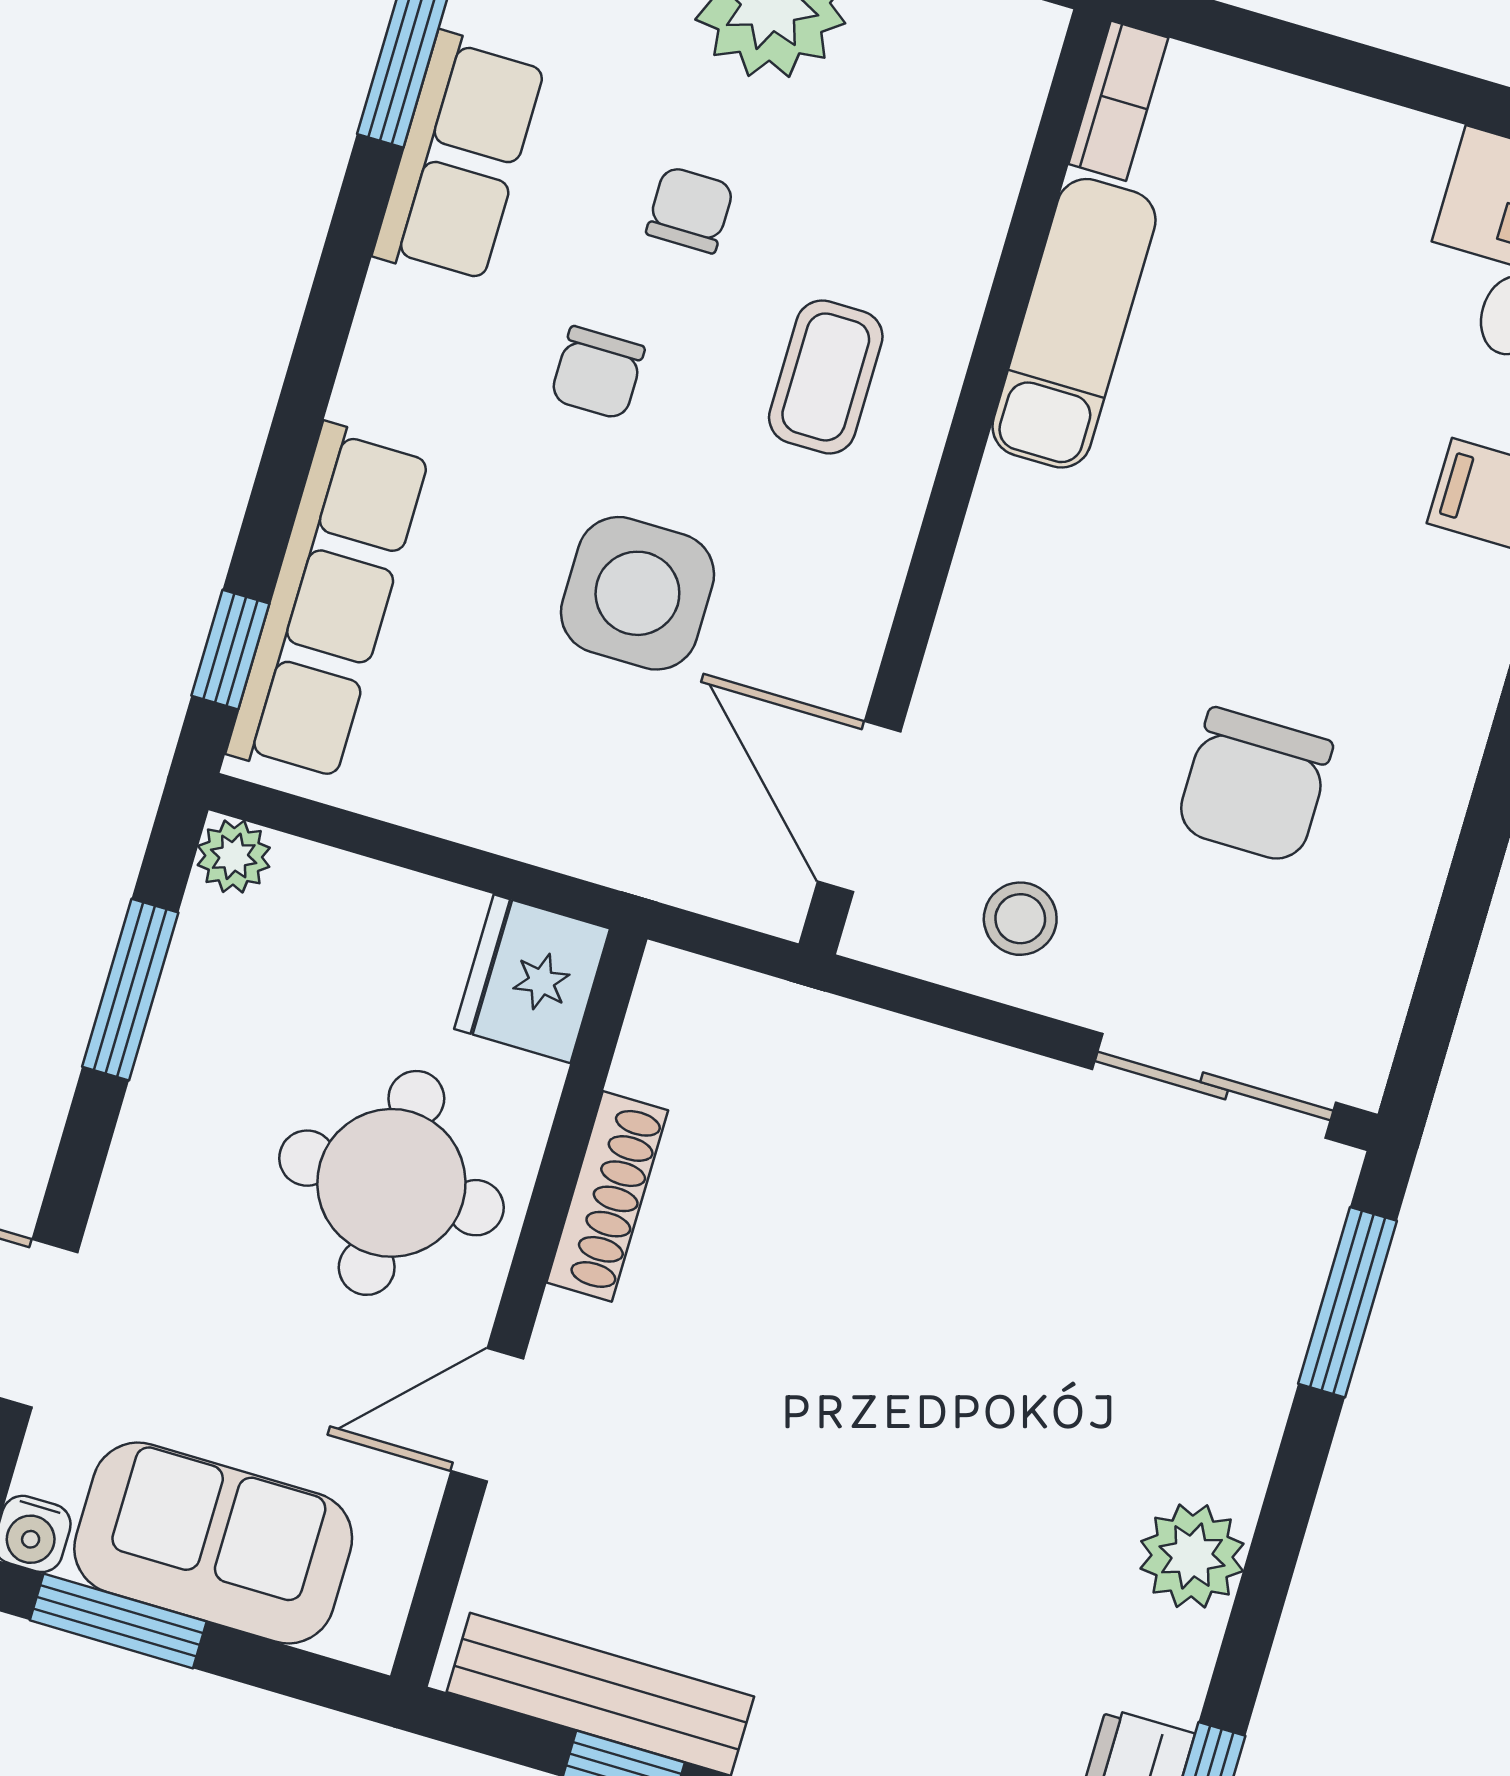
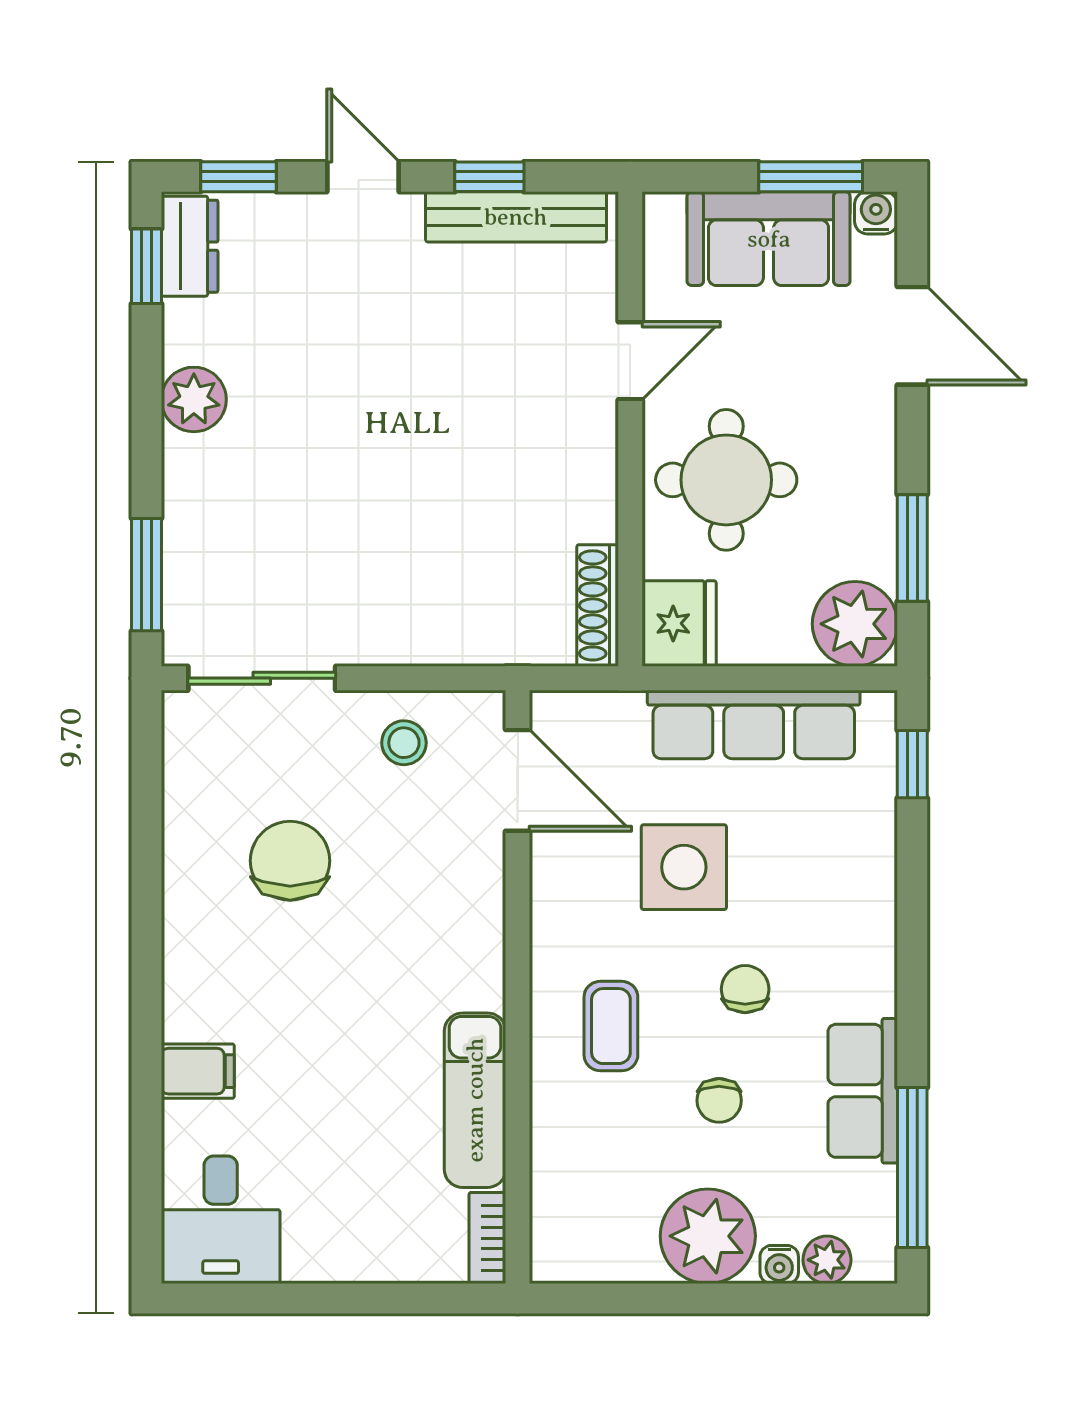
row of seats: (328, 603) -> (754, 724), moved, turned -90
plant: (234, 856) -> (855, 624), width x1.87, depth x1.87
shoe rack: (607, 1196) -> (598, 605), moved

